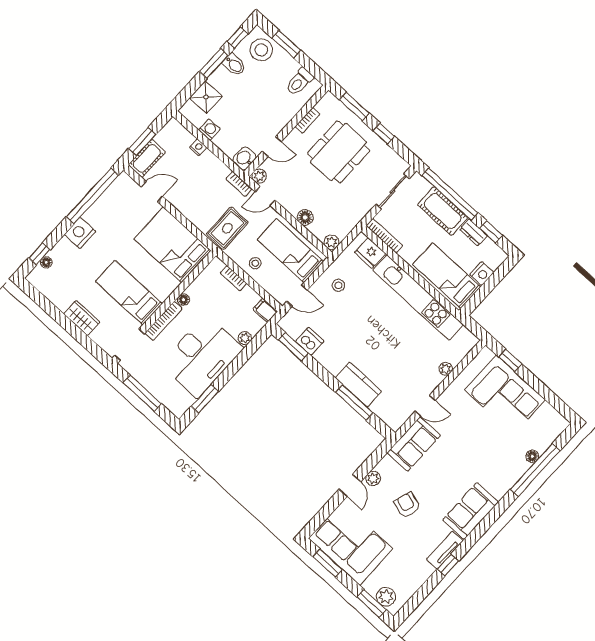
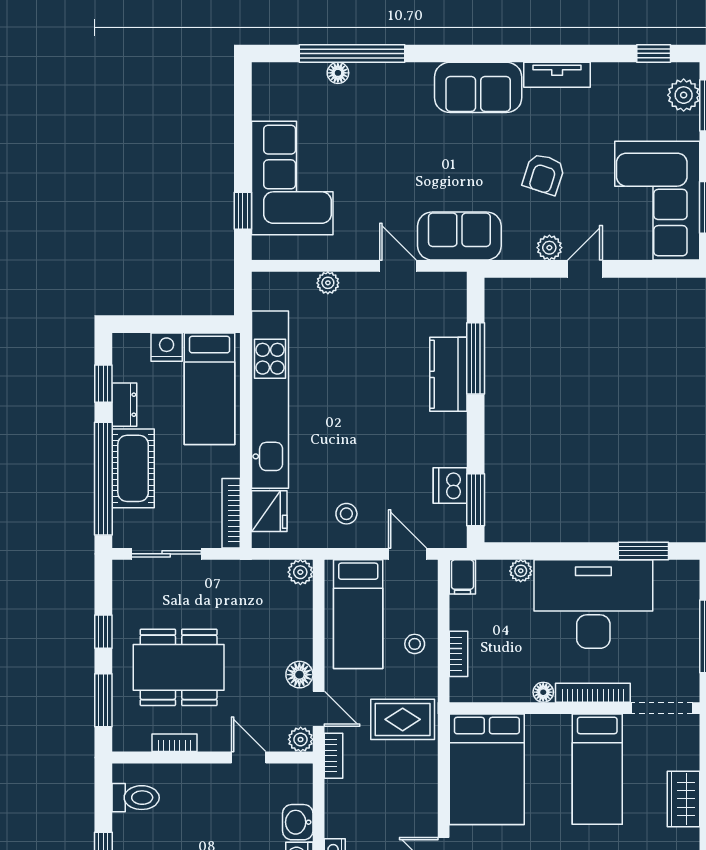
washbasin: (244, 158) -> (298, 822), moved, turned 90
floor lamp: (305, 217) -> (299, 675), moved
window: (448, 565) -> (654, 53), moved

